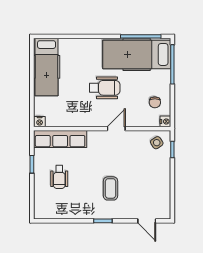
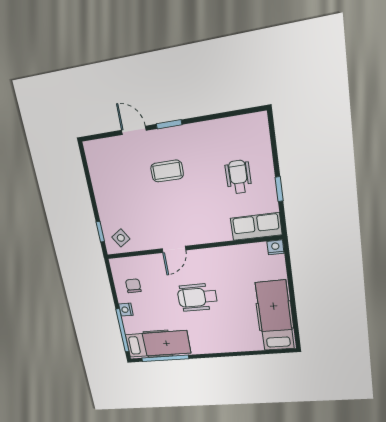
hospital bed: (137, 54) -> (158, 344), width x0.73, depth x0.78
nightstand: (165, 121) -> (126, 310), moved
row of seats: (60, 139) -> (256, 226), width x0.68
coffee table: (111, 188) -> (167, 171), turned 90
door: (147, 221) -> (134, 130), moved

